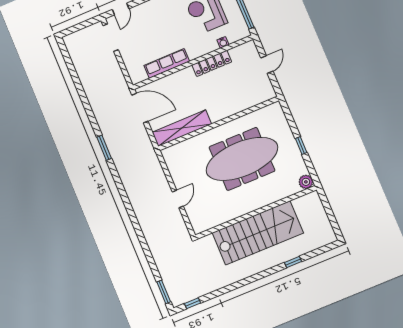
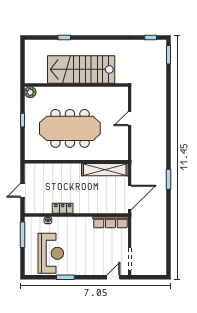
row of seats: (167, 63) -> (110, 222), moved
locker: (212, 63) -> (63, 208), width x0.66
door: (140, 108) -> (130, 198), swing flipped

